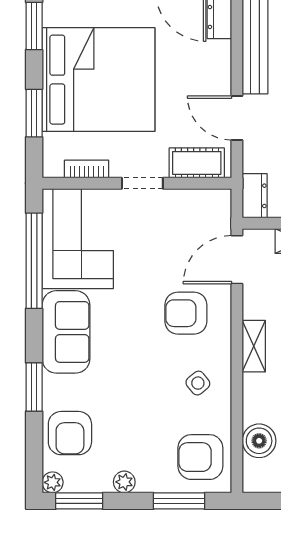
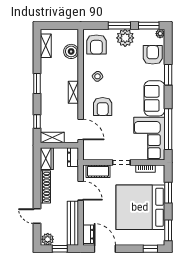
door: (237, 260) -> (81, 130), hinge flipped
armchair: (186, 313) -> (103, 107), turned 90
armchair: (200, 457) -> (96, 44), turned 90
plant: (124, 482) -> (125, 38), width x1.87, depth x1.87
window: (179, 501) -> (119, 26), moved

